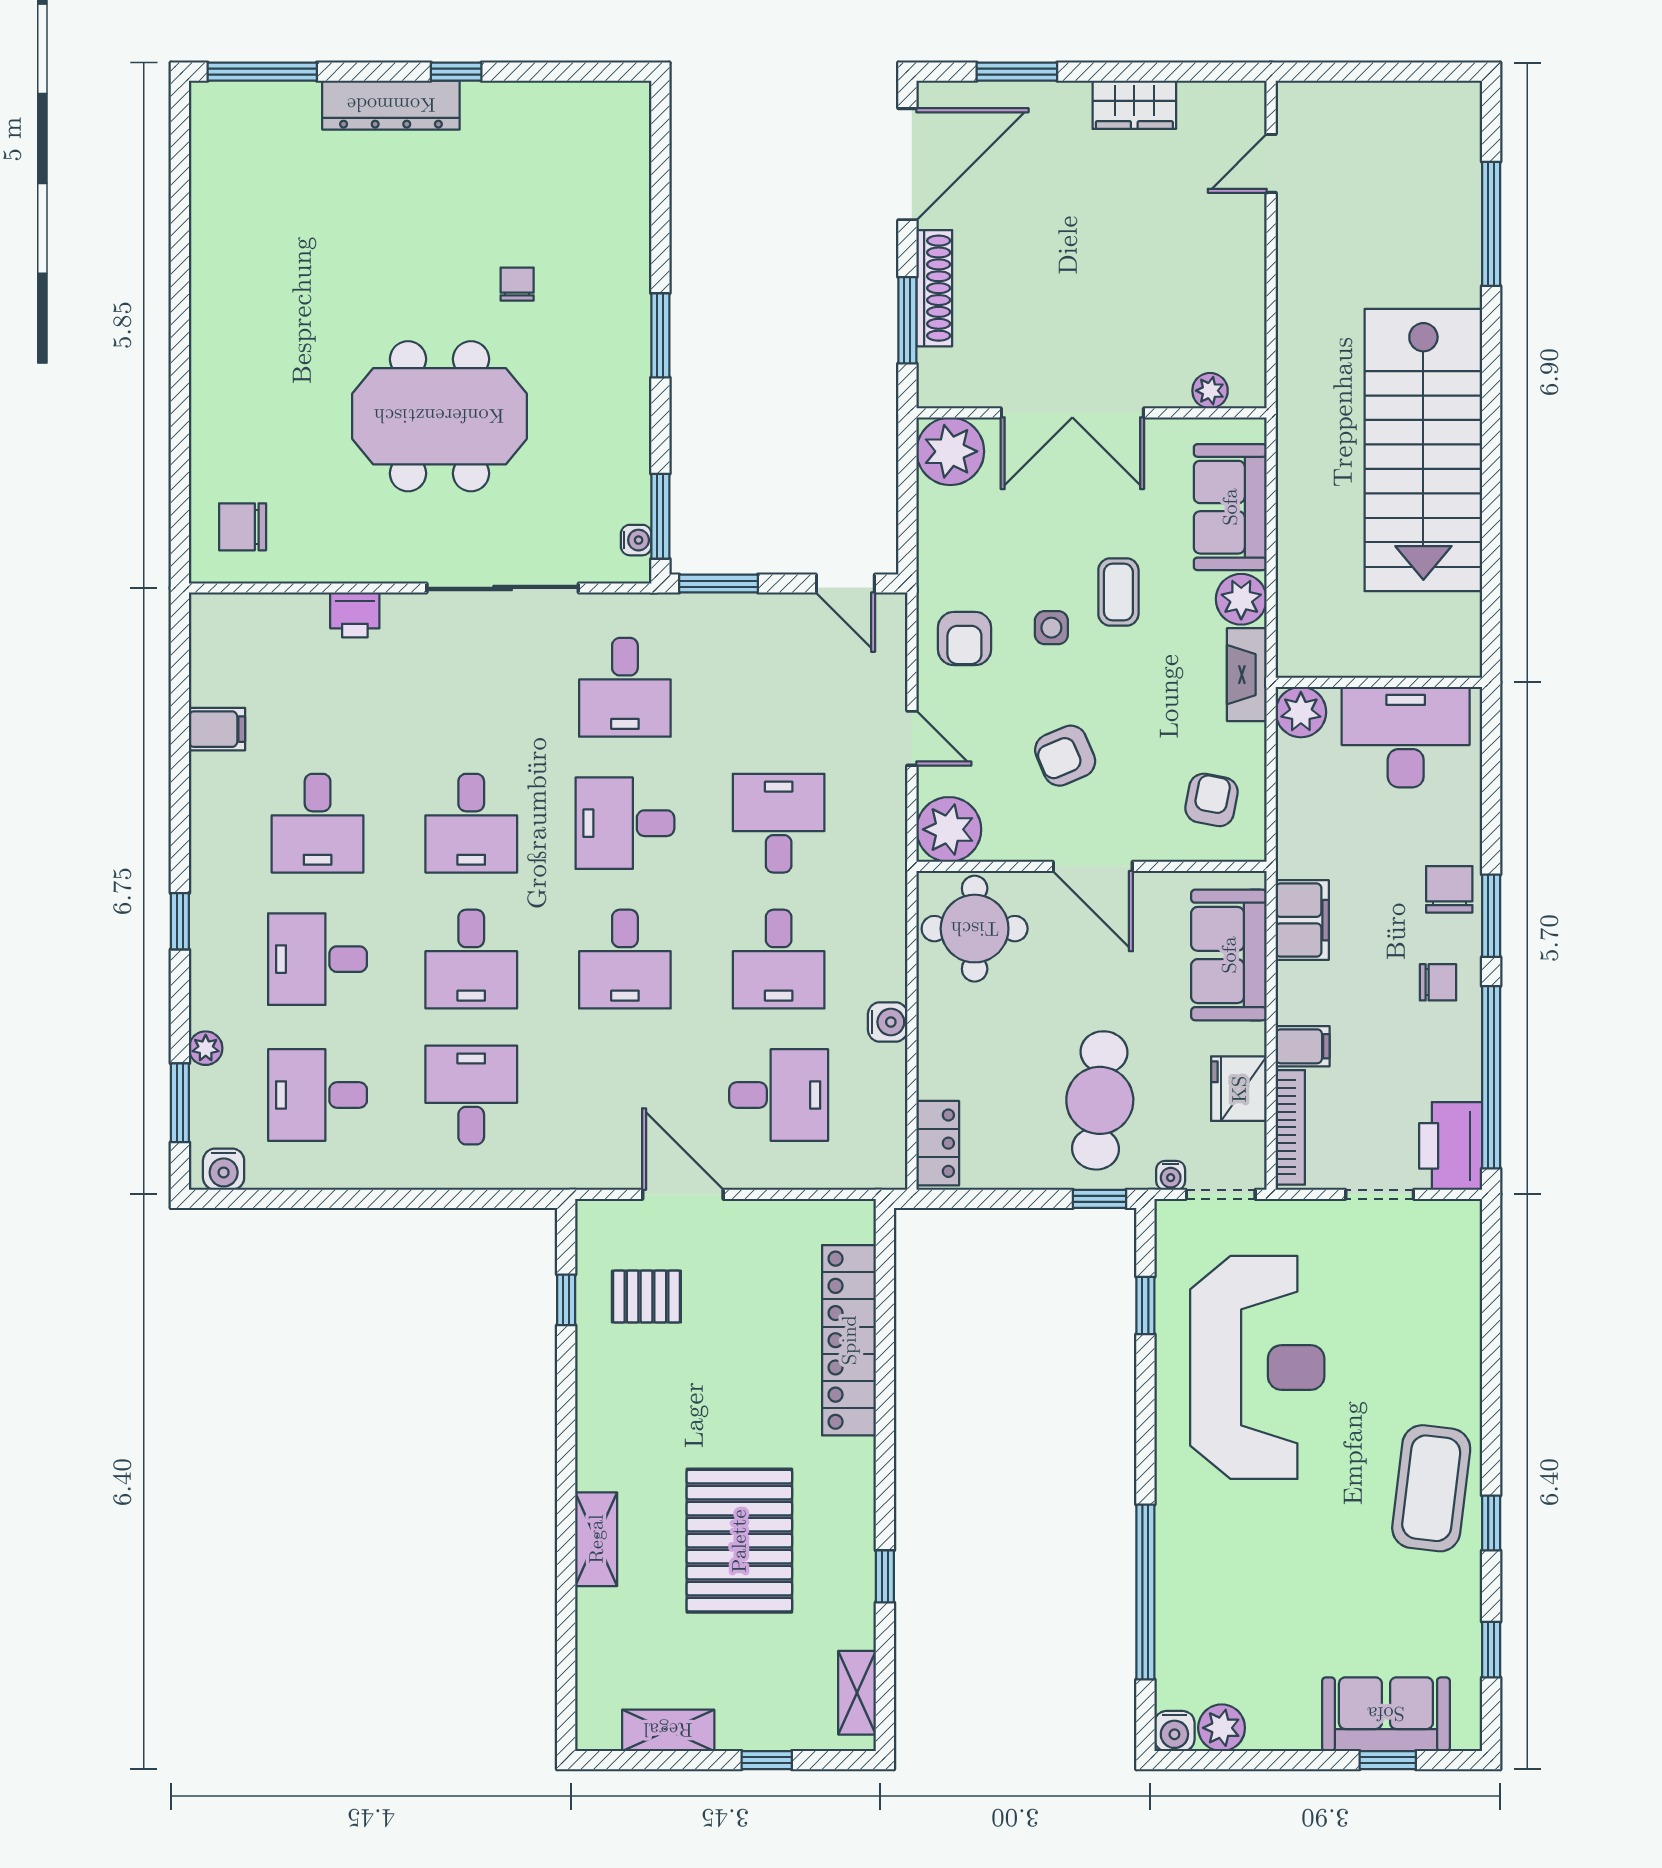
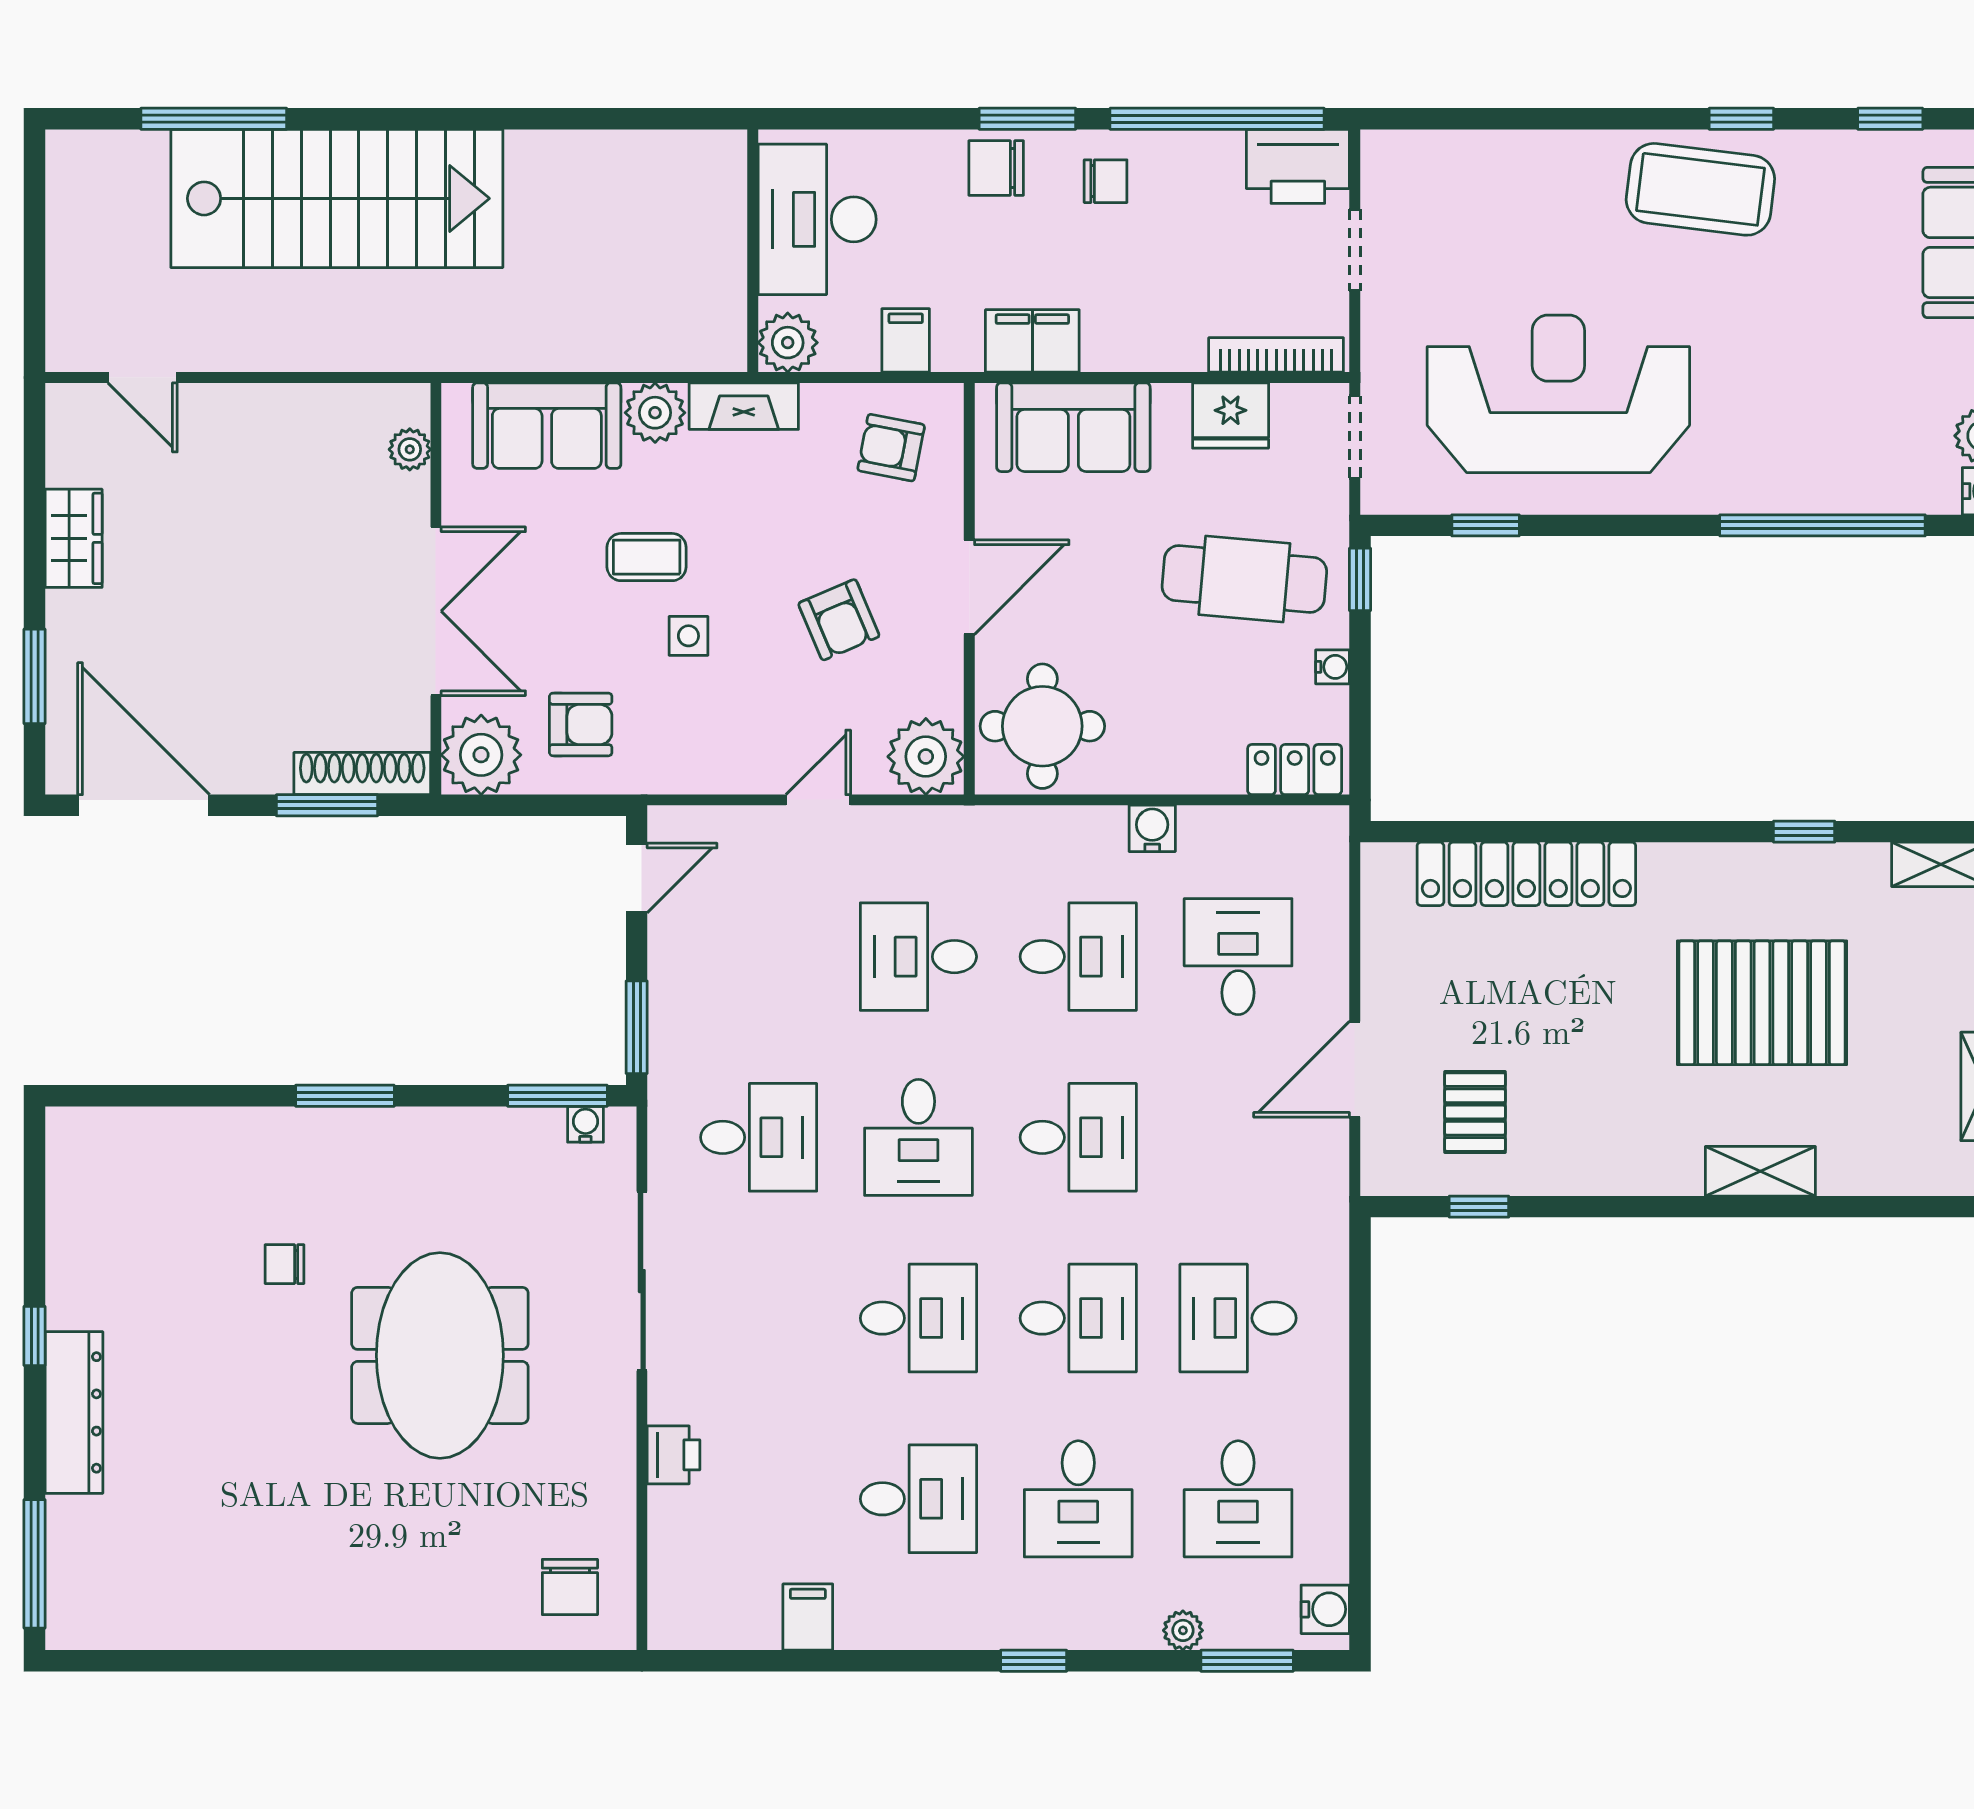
shoe rack: (934, 288) -> (362, 774), moved
stairs: (1423, 450) -> (337, 198), moved
armchair: (964, 639) -> (581, 724), moved
chair: (1438, 982) -> (1106, 181), turned 90
filing cabinet: (1303, 1046) -> (906, 340), moved
water cooler: (1171, 1175) -> (1333, 667), moved

